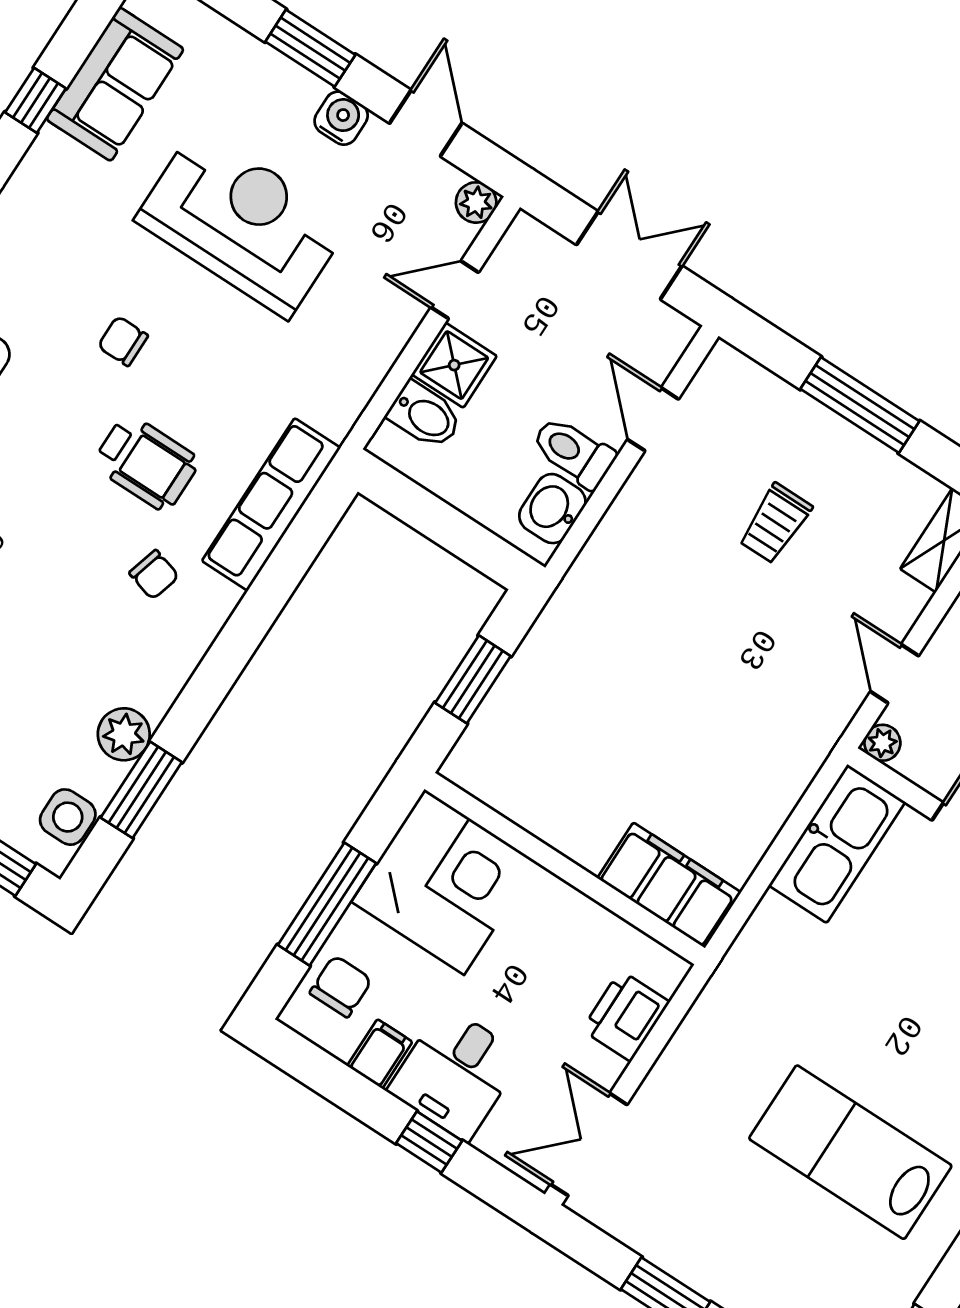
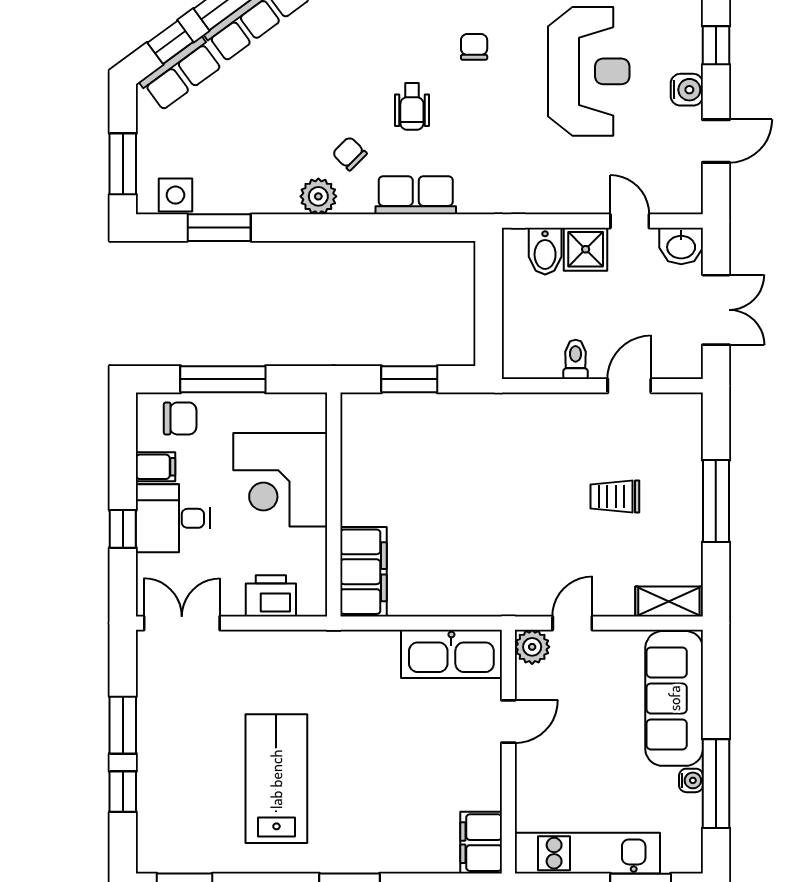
window: (310, 48) -> (716, 45), width x0.67
plant: (476, 202) -> (689, 200), removed
toilet: (573, 452) -> (576, 359), width x0.73, depth x0.72
wheelchair: (146, 463) -> (412, 106), width x0.73, depth x0.73
row of seats: (271, 504) -> (416, 195), width x0.68
washbasin: (552, 509) -> (681, 246), moved, turned 180
chair: (154, 575) -> (350, 154), turned 119
plant: (124, 734) -> (318, 196), moved
plant: (882, 743) -> (532, 647), width x1.38, depth x1.38
corner desk: (444, 882) -> (280, 480), moved, turned 90

